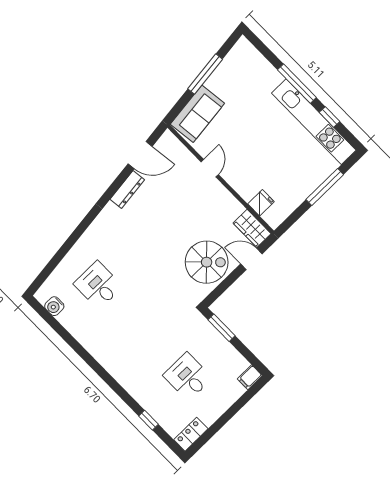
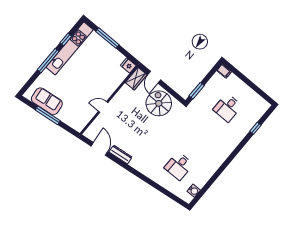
sofa: (197, 114) -> (47, 101), moved
fridge: (261, 203) -> (128, 65), moved
locker: (191, 434) -> (261, 103), removed

